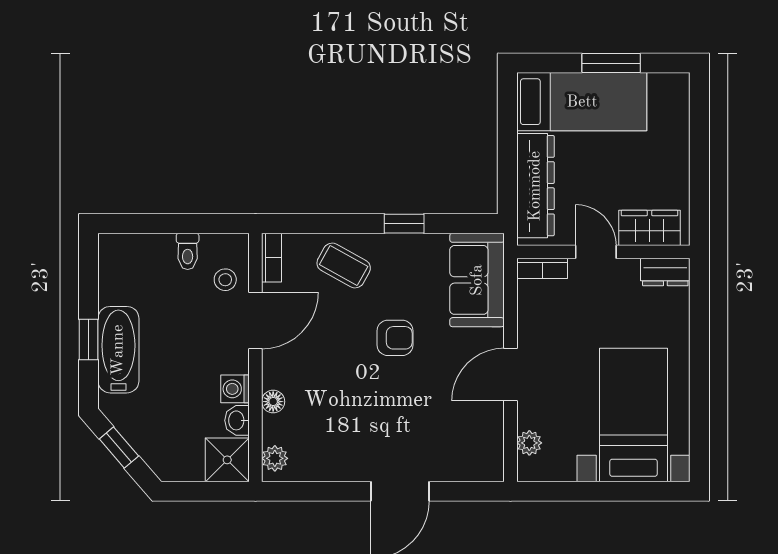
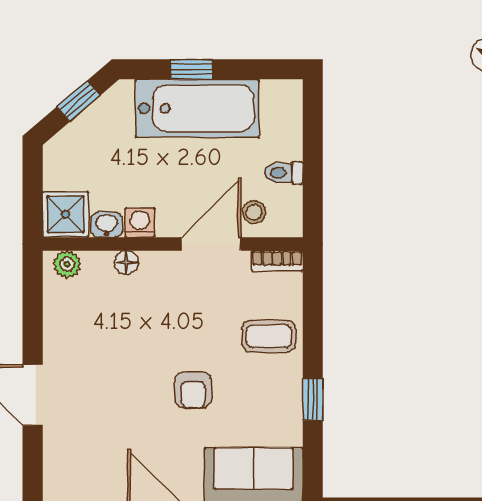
coffee table: (344, 265) -> (269, 336), turned 61
door: (255, 320) -> (211, 244), swing flipped
bathtub: (118, 350) -> (197, 108), width x1.36, depth x1.36

